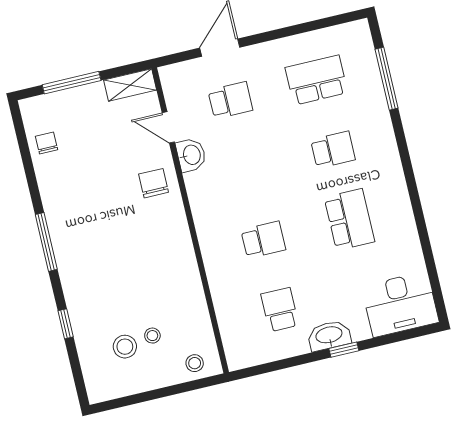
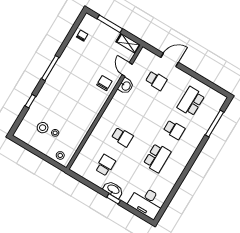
school desk: (316, 80) -> (191, 101), turned -90

